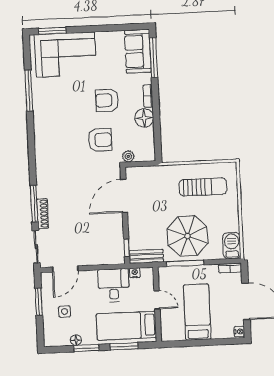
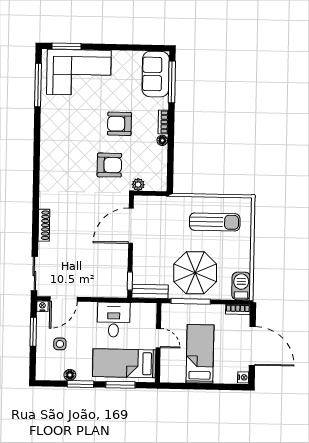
window: (29, 91) -> (38, 85), moved
floor lamp: (144, 118) -> (162, 140), width x0.53, depth x0.53
window: (34, 204) -> (35, 228), removed
shoe rack: (43, 214) -> (44, 225), moved
nightstand: (135, 273) -> (42, 306), moved

